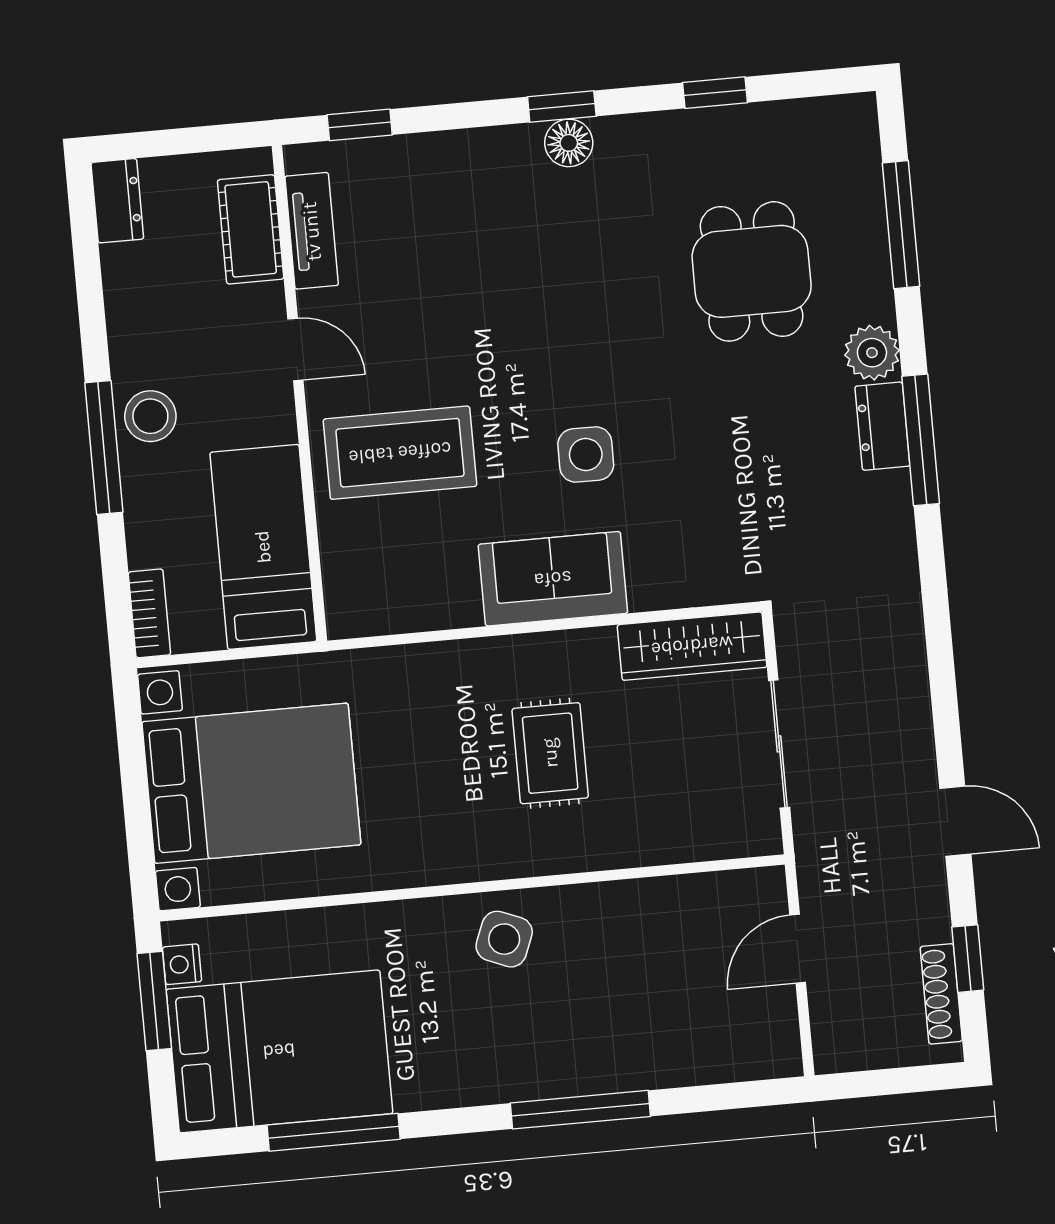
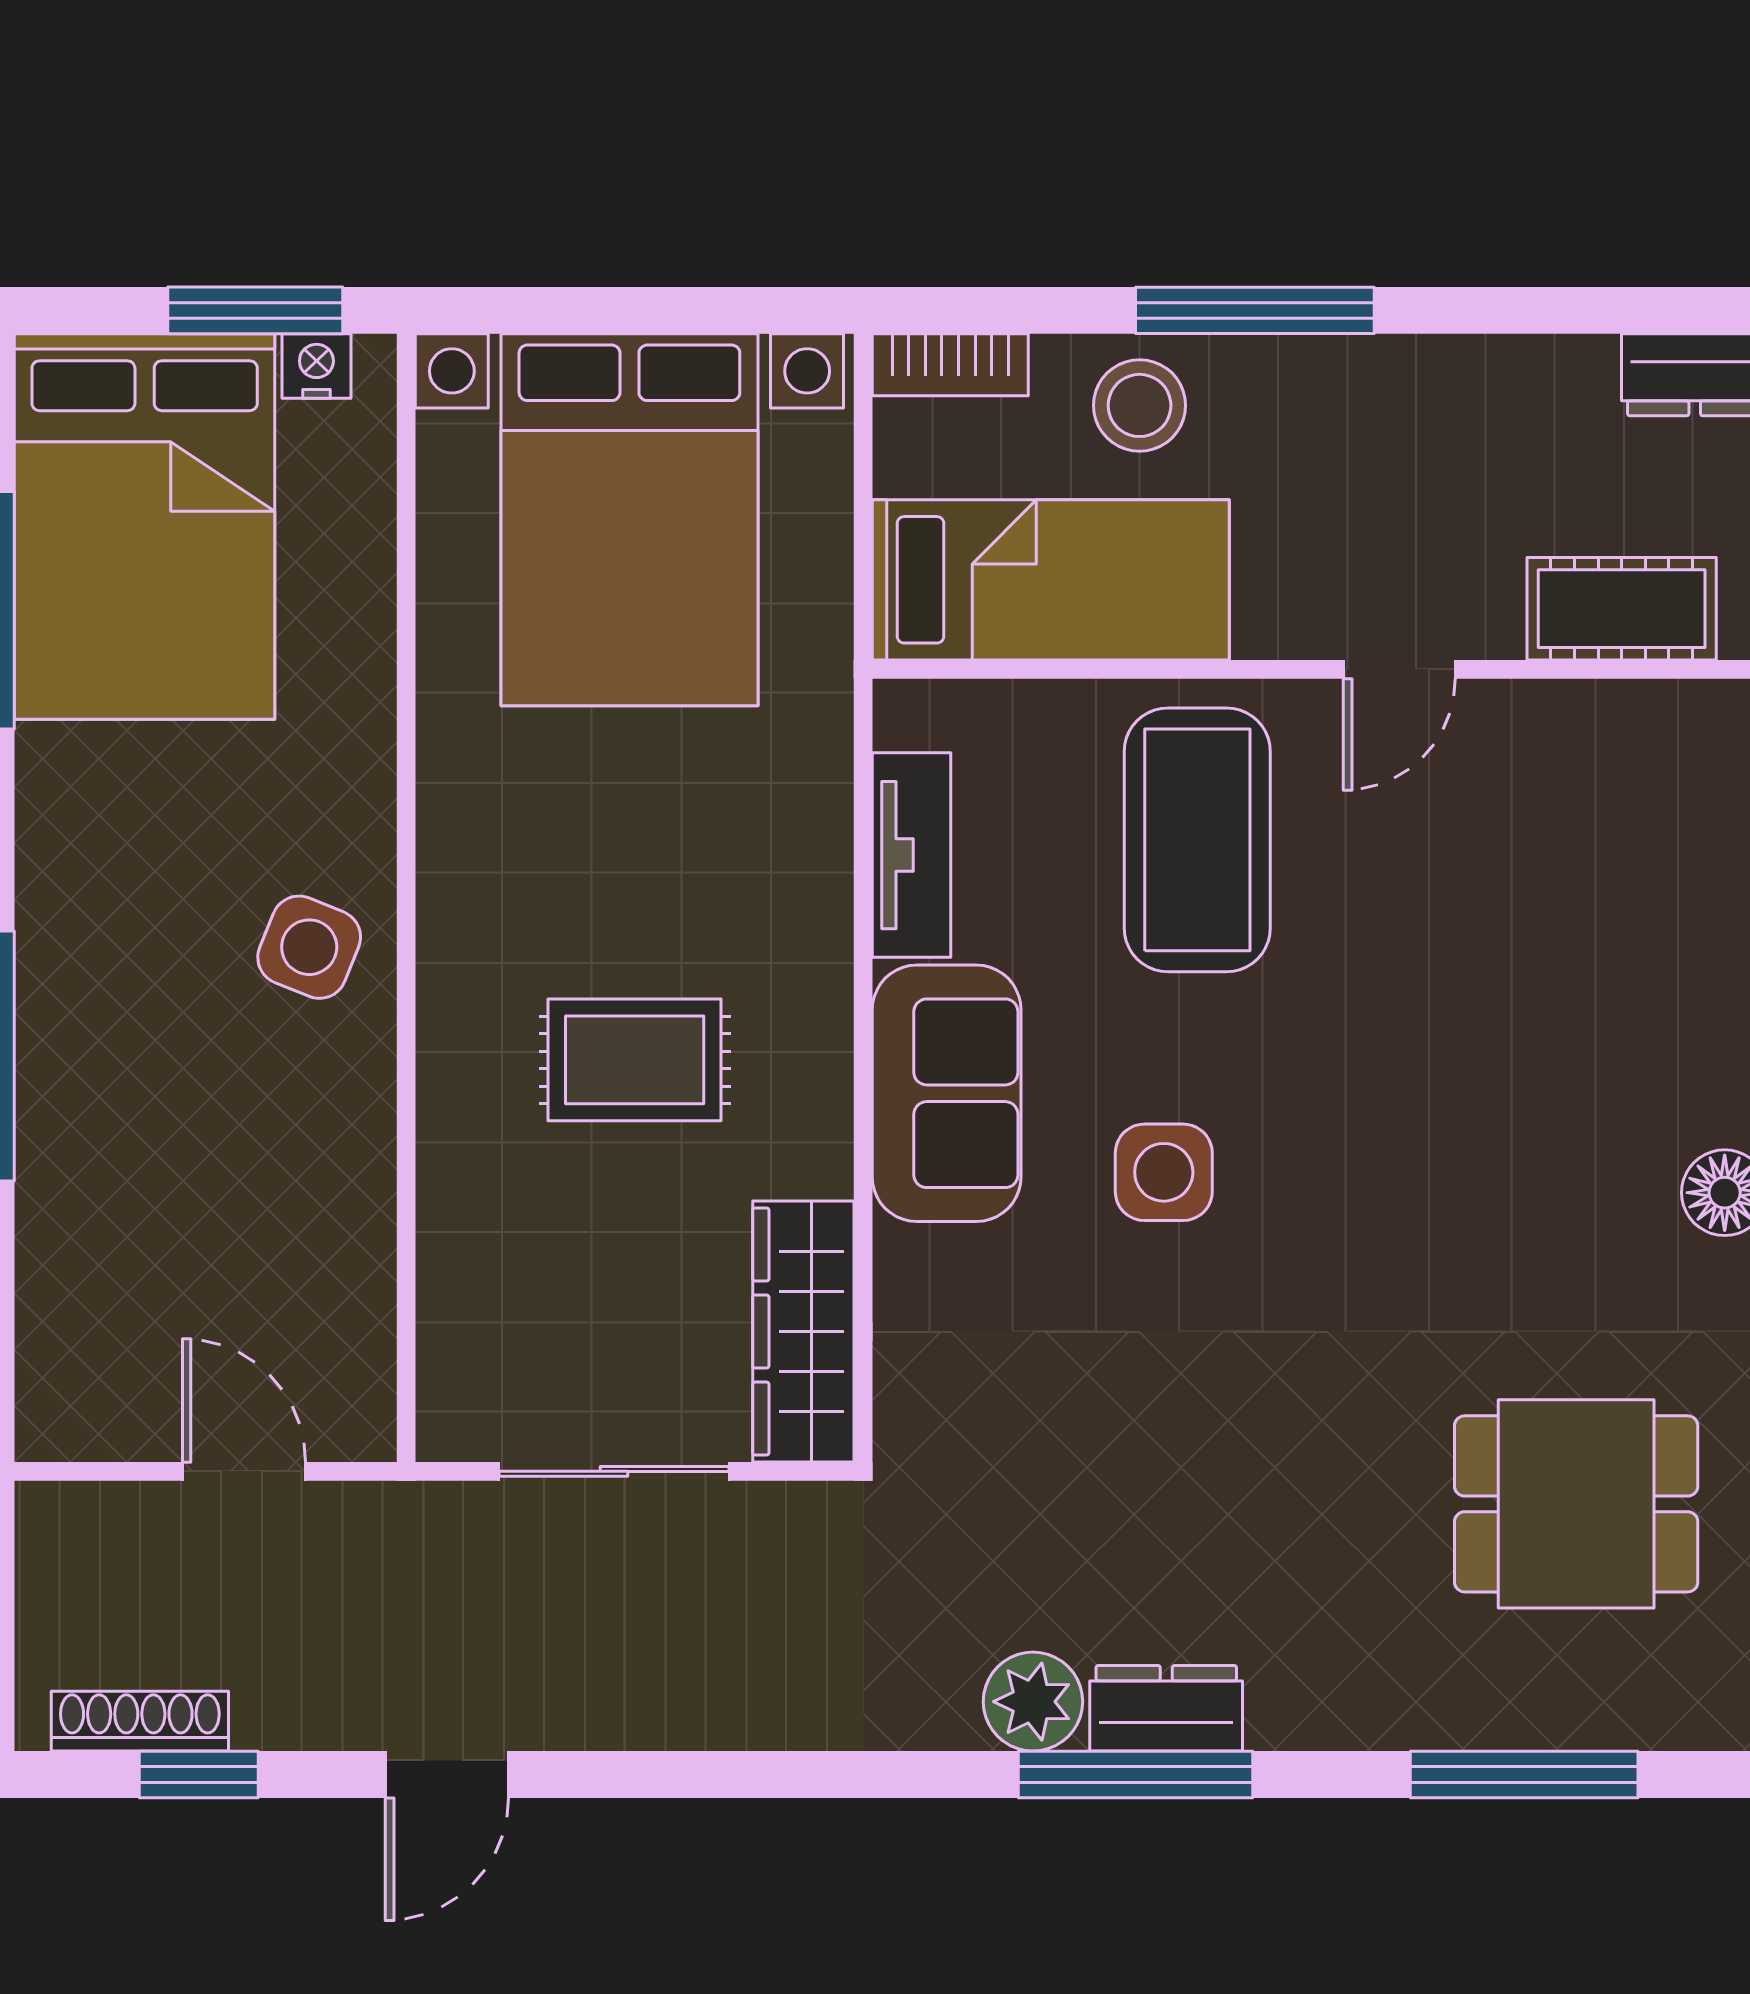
tv unit: (312, 231) -> (912, 855), moved, turned -90
dining table: (752, 271) -> (1576, 1504), moved
plant: (872, 353) -> (1033, 1702), moved
stool: (150, 416) -> (1140, 405), moved

